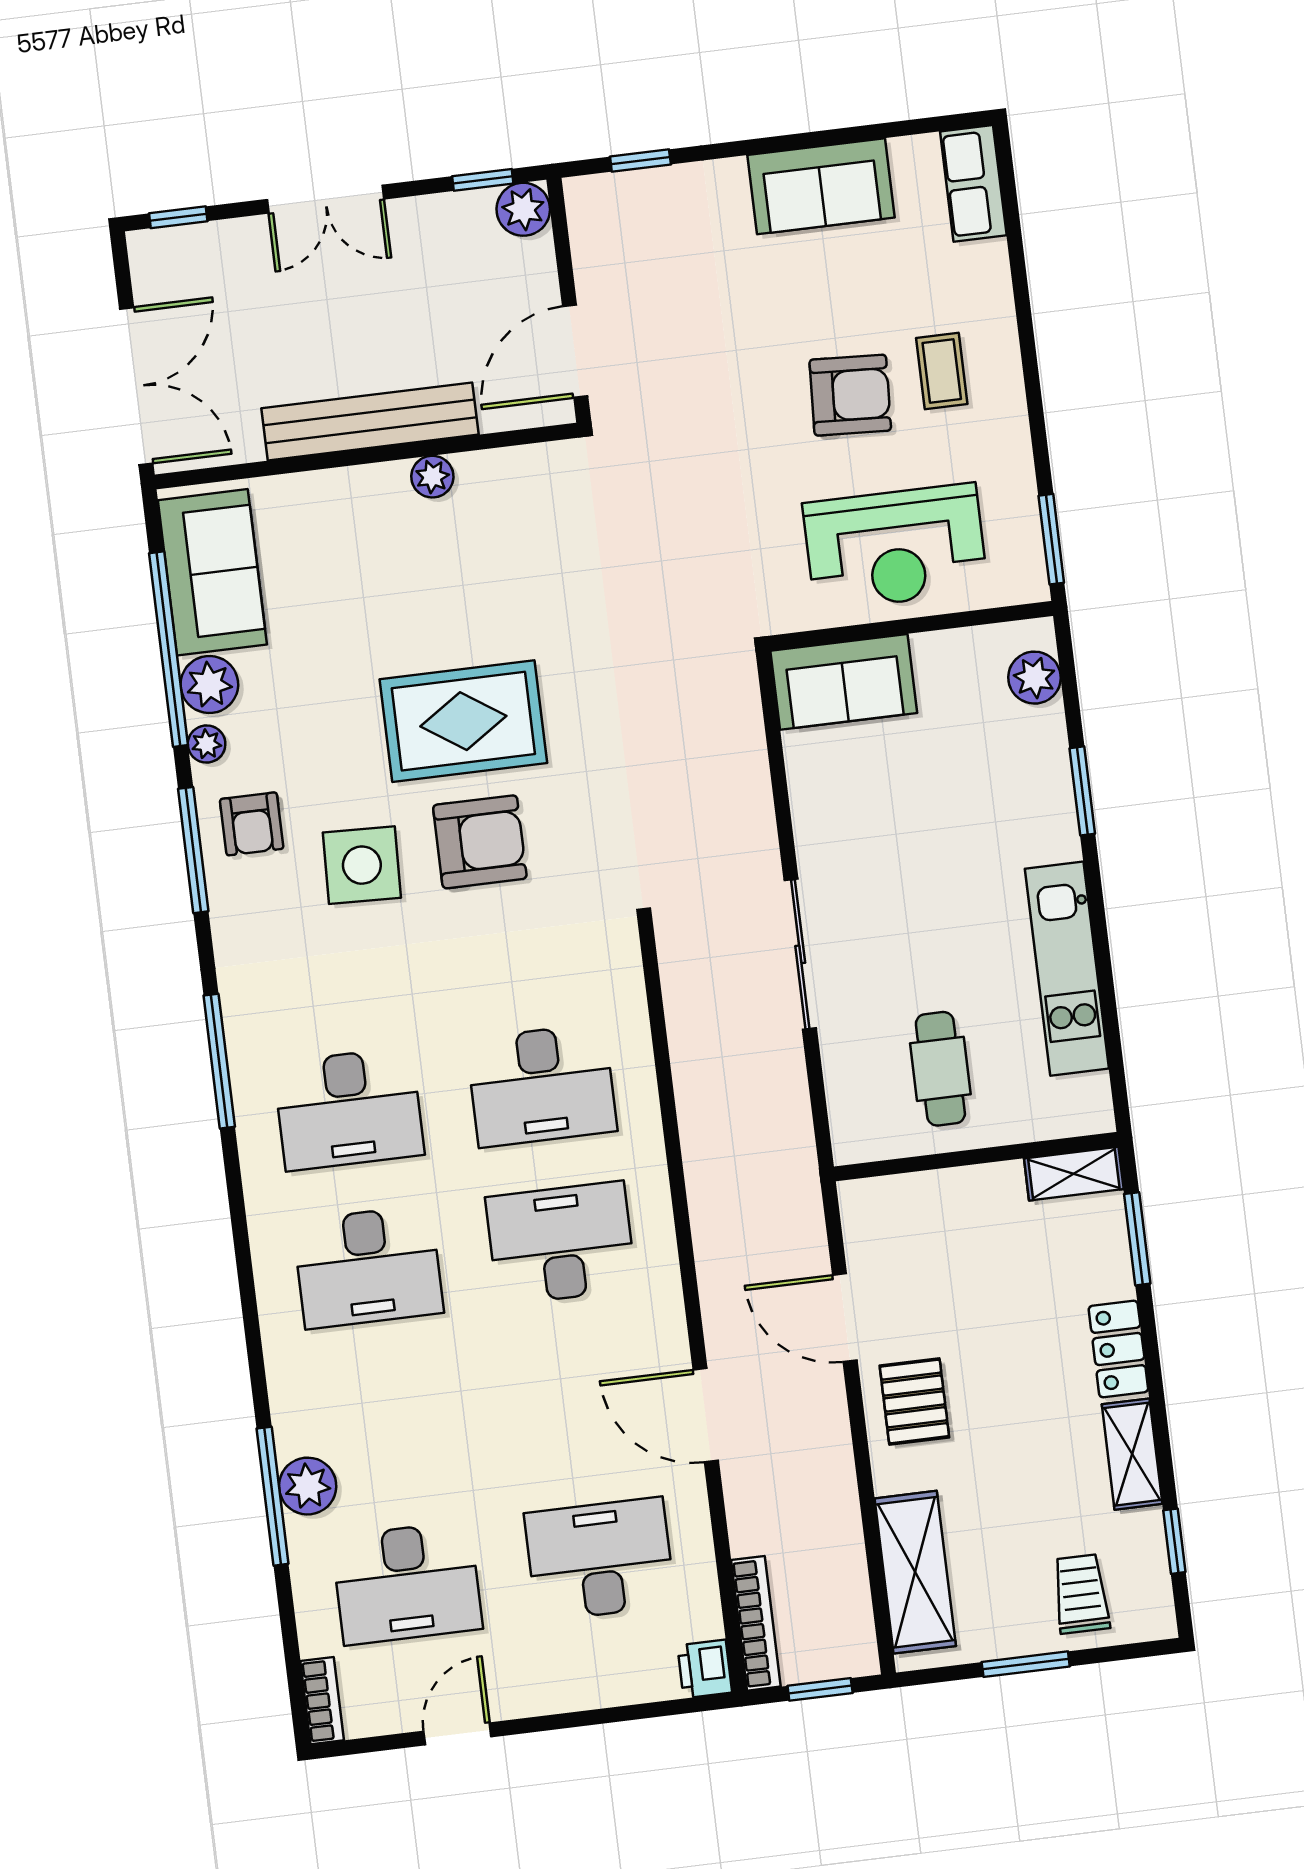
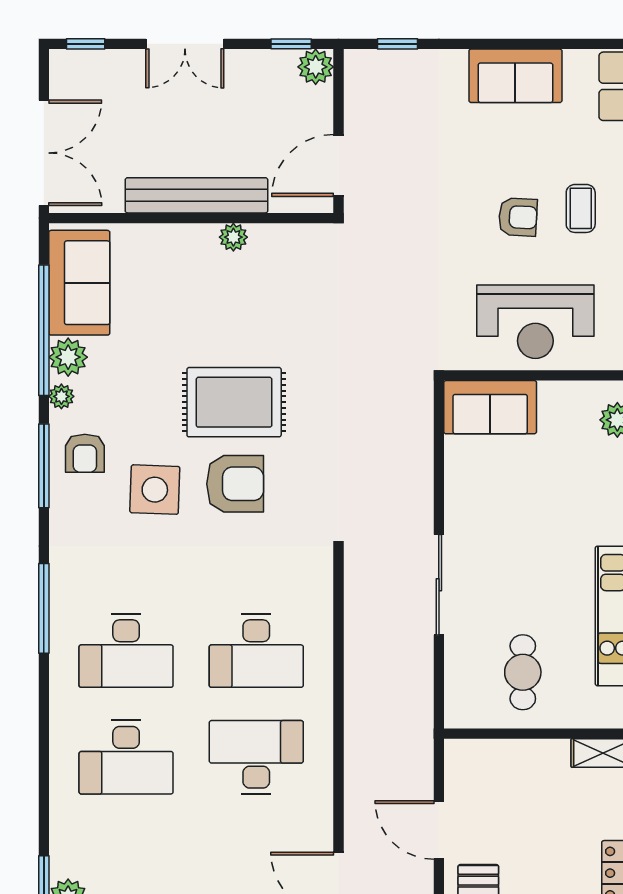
armchair: (850, 395) -> (518, 217), width x0.72, depth x0.72

